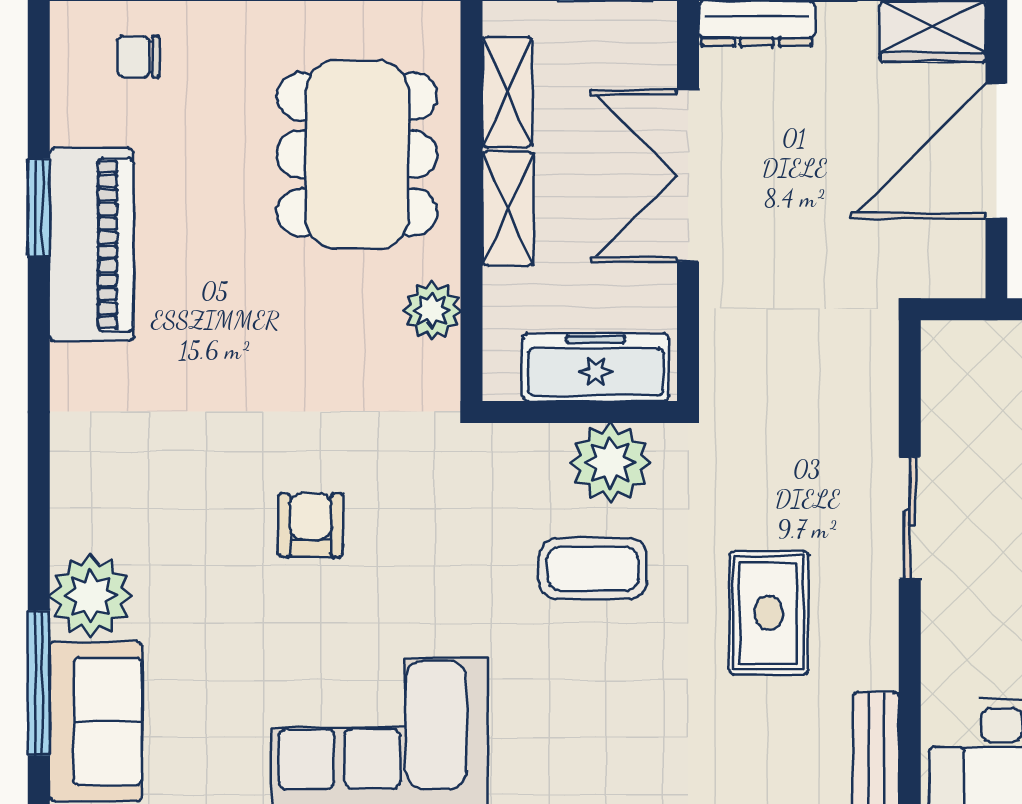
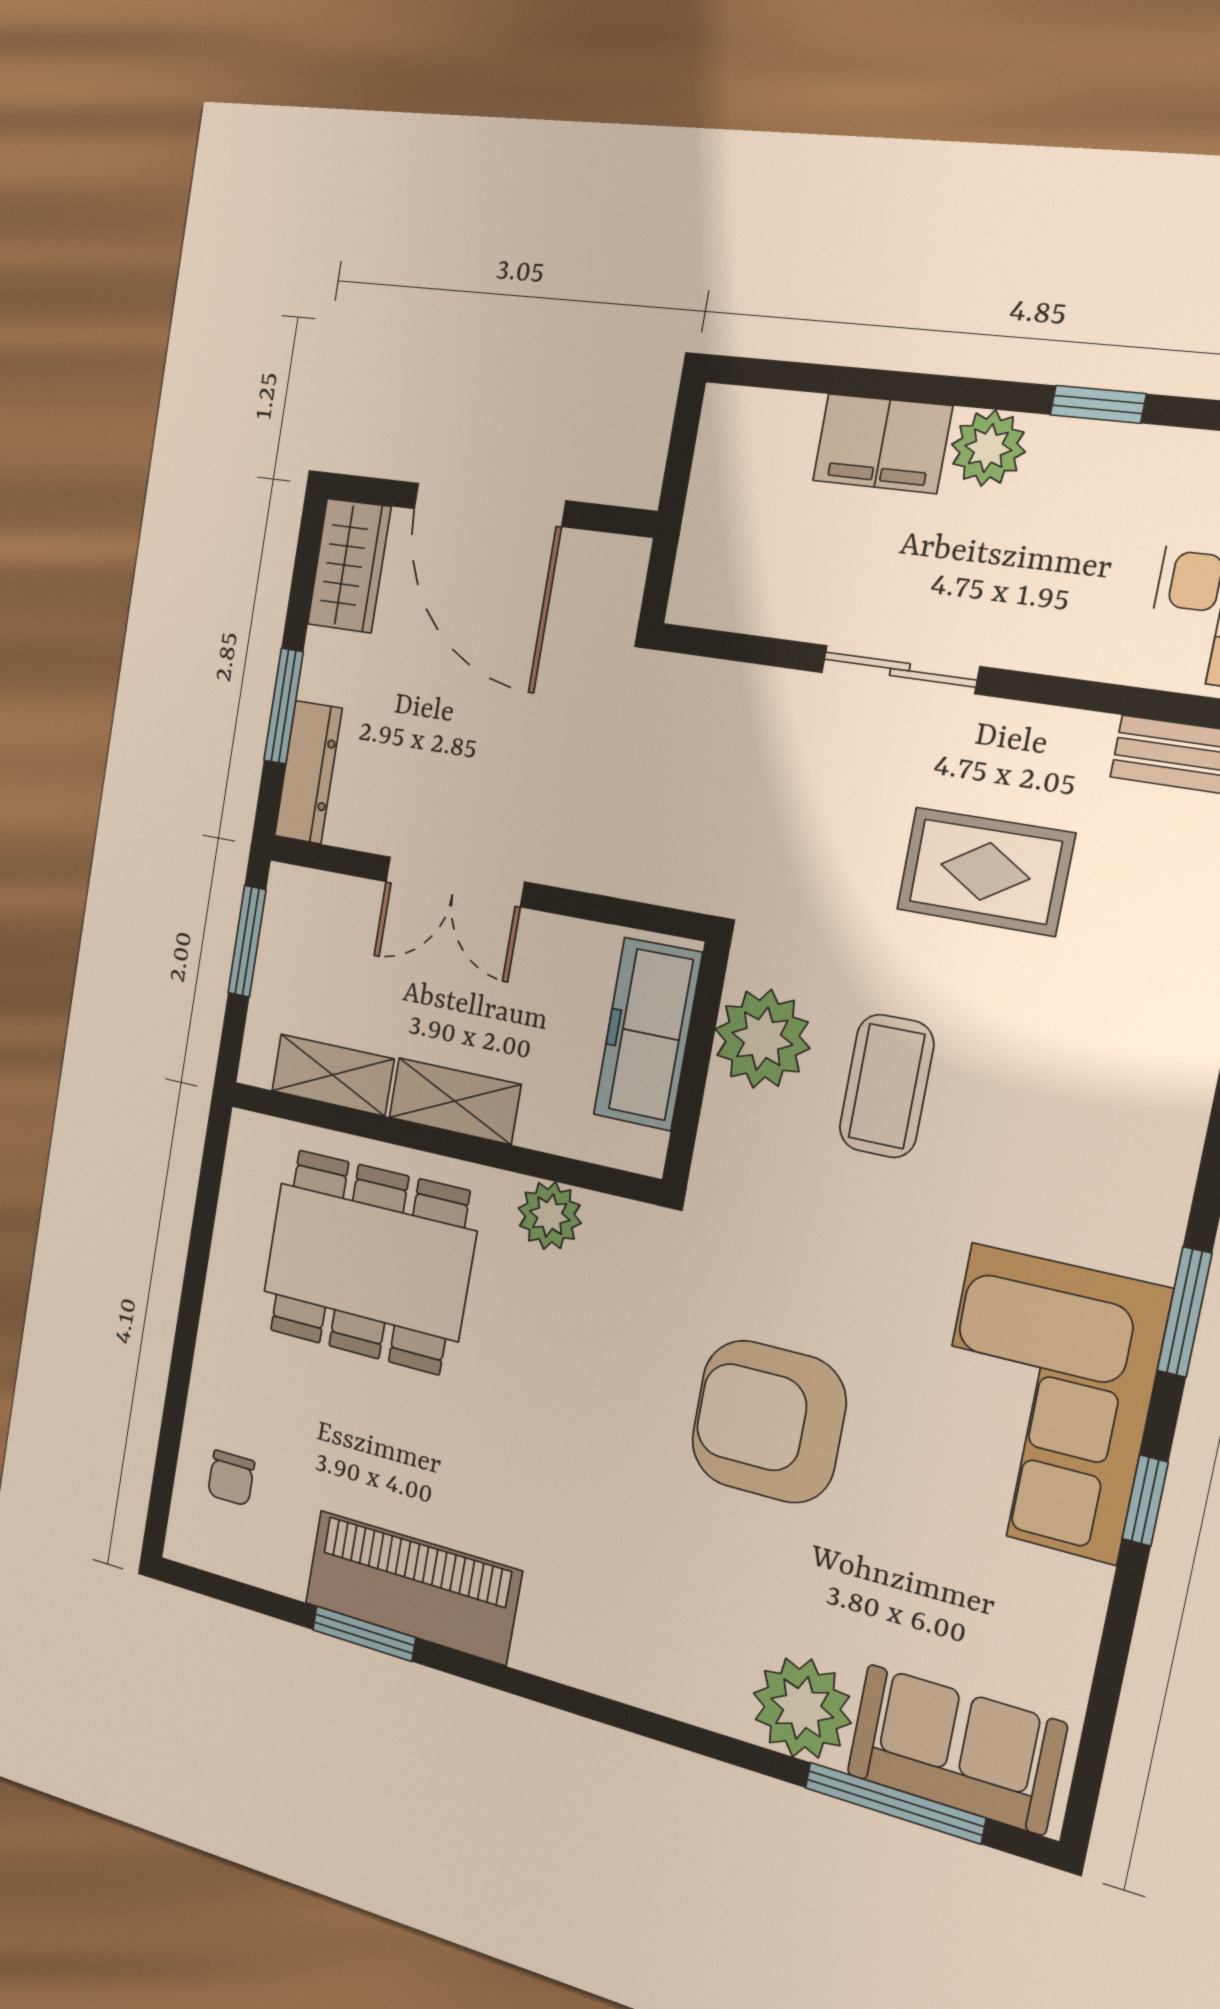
double door: (688, 176) -> (455, 882), width x0.73
armchair: (311, 525) -> (768, 1422), width x1.88, depth x1.88

